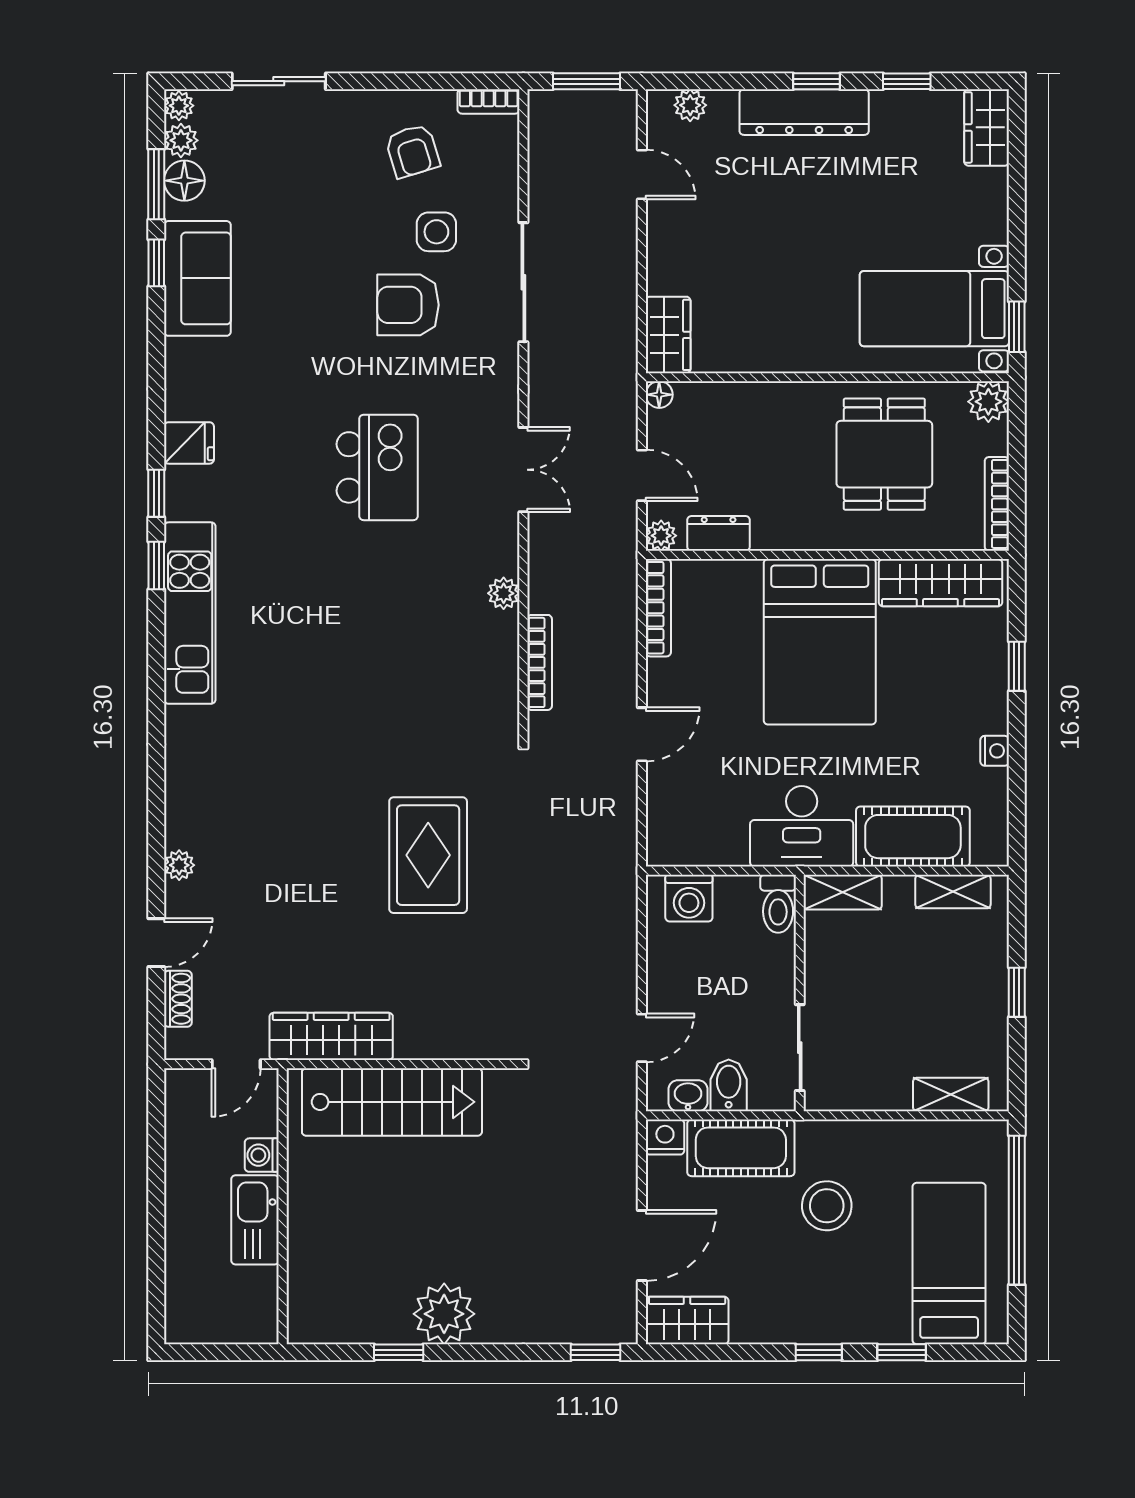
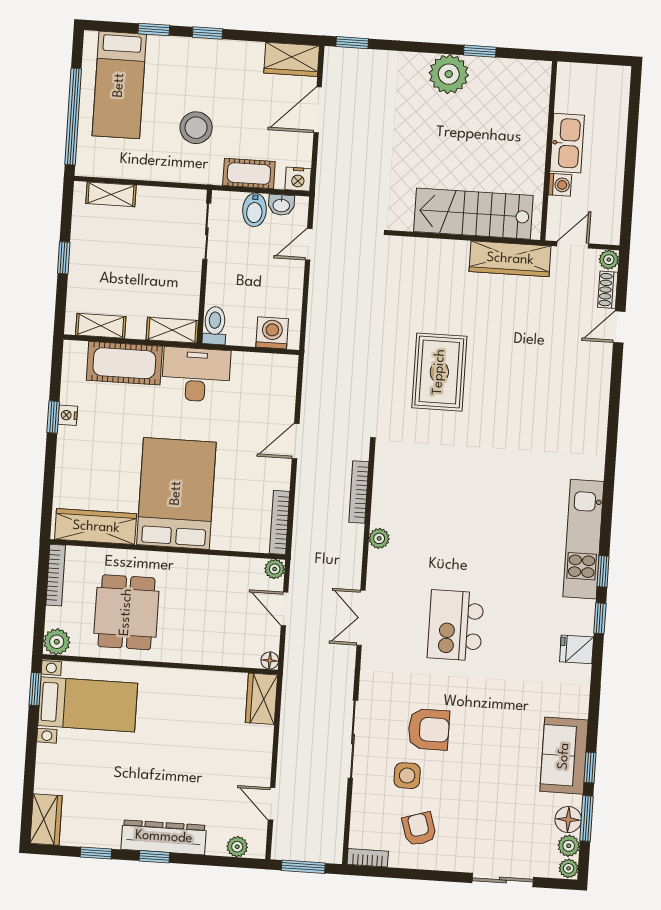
dresser: (719, 533) -> (237, 568), removed
window: (1017, 666) -> (53, 417), moved
plant: (179, 865) -> (609, 260), moved
cot: (741, 1148) -> (249, 174), width x0.73, depth x0.75

